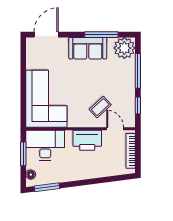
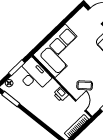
printer: (87, 140) -> (61, 94), width x0.53, depth x0.68

